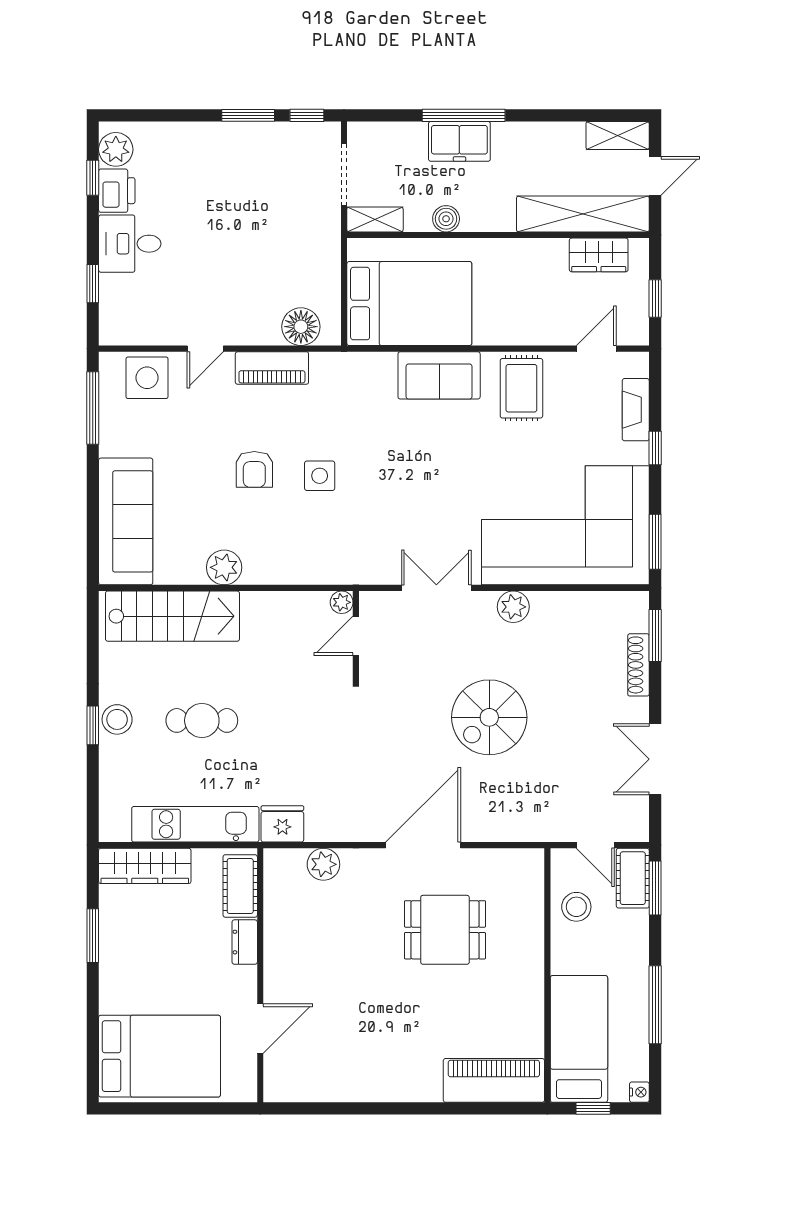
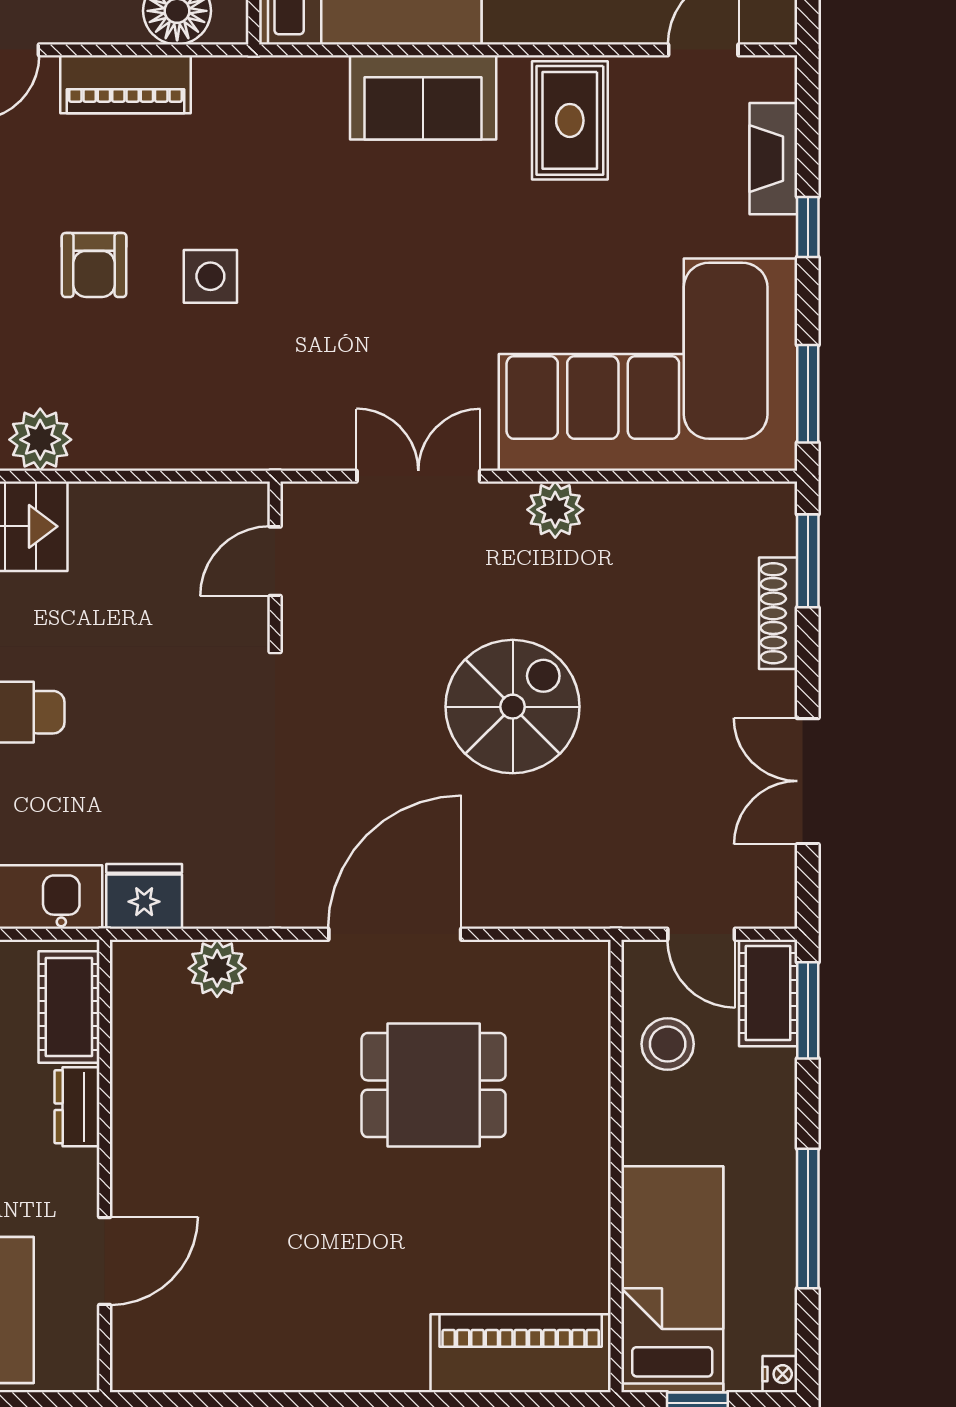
plant: (342, 602) -> (250, 502), removed
spiral stairs: (489, 717) -> (513, 707), turned 180

